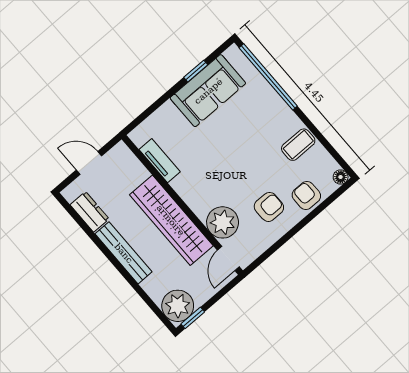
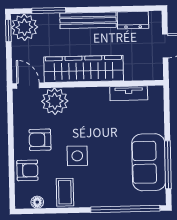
window: (196, 71) -> (168, 165), width x2.17
side table: (256, 161) -> (77, 156), added
floor lamp: (341, 177) -> (37, 202), moved
armchair: (269, 207) -> (40, 140), turned 90
window: (144, 296) -> (49, 11), added

